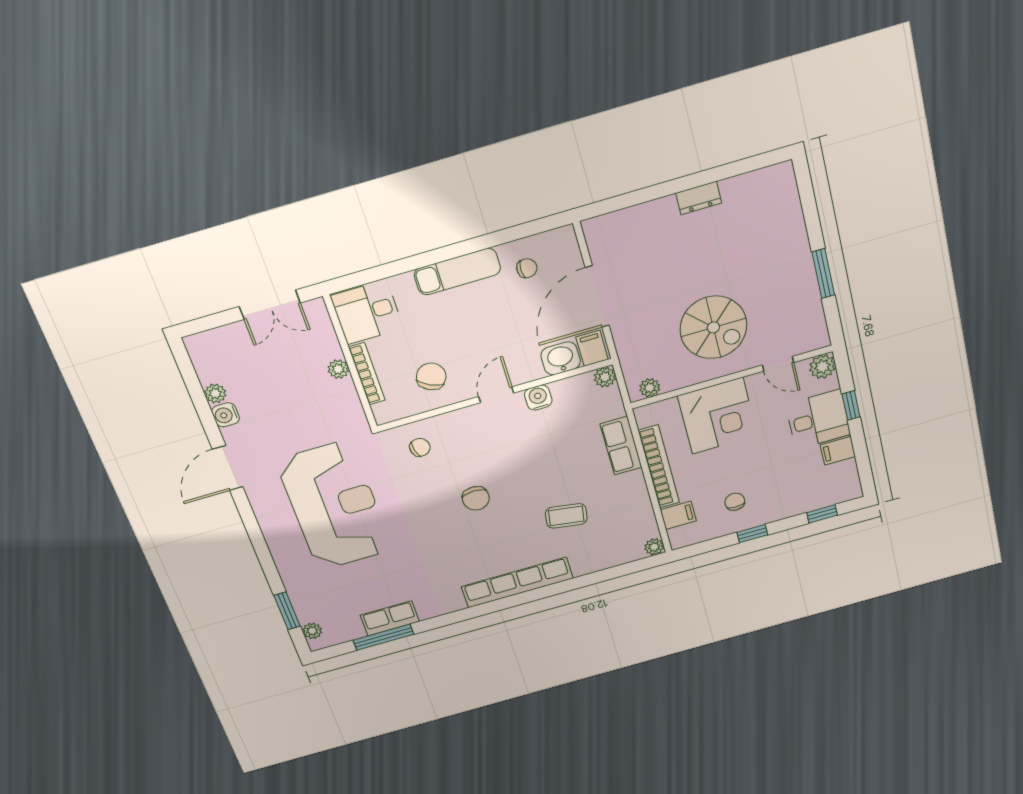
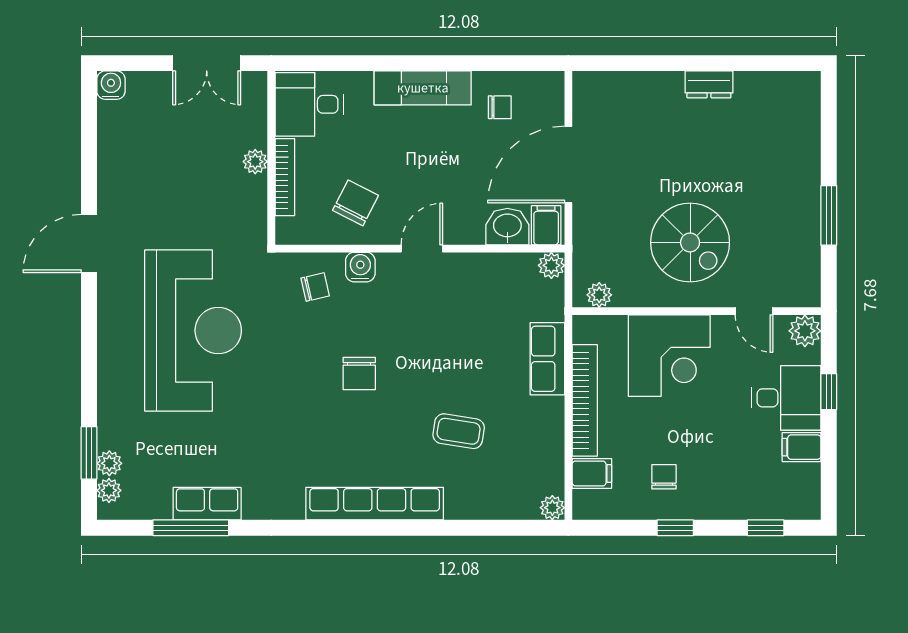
plant: (215, 393) -> (109, 463), moved
water cooler: (538, 398) -> (360, 267), moved
water cooler: (226, 415) -> (111, 85), moved, turned 90

